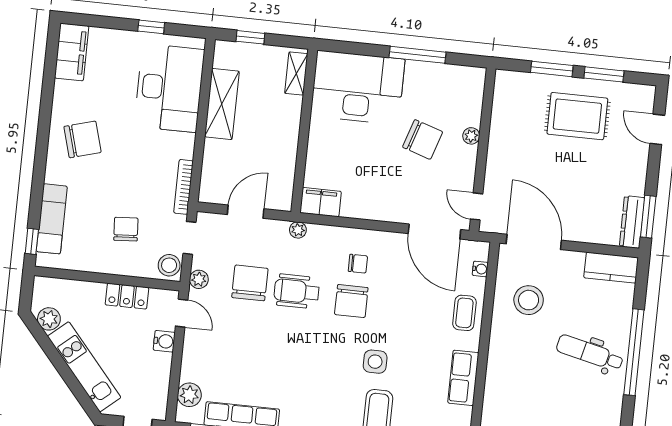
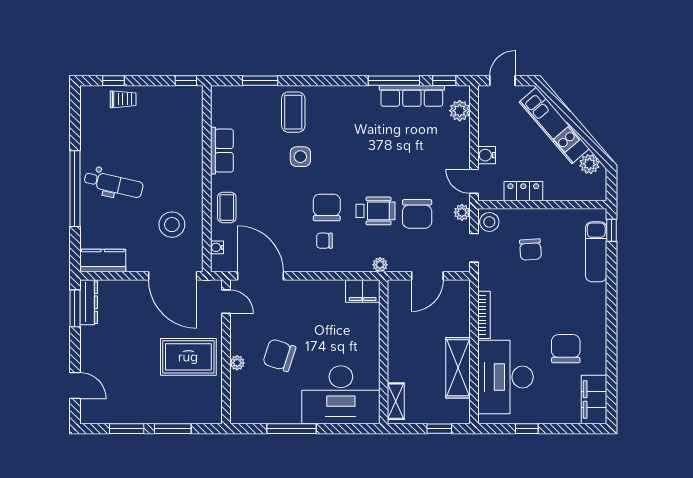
rug: (577, 116) -> (188, 357), moved
chair: (83, 139) -> (566, 349), moved, turned 106
bookcase: (183, 187) -> (484, 315), moved

